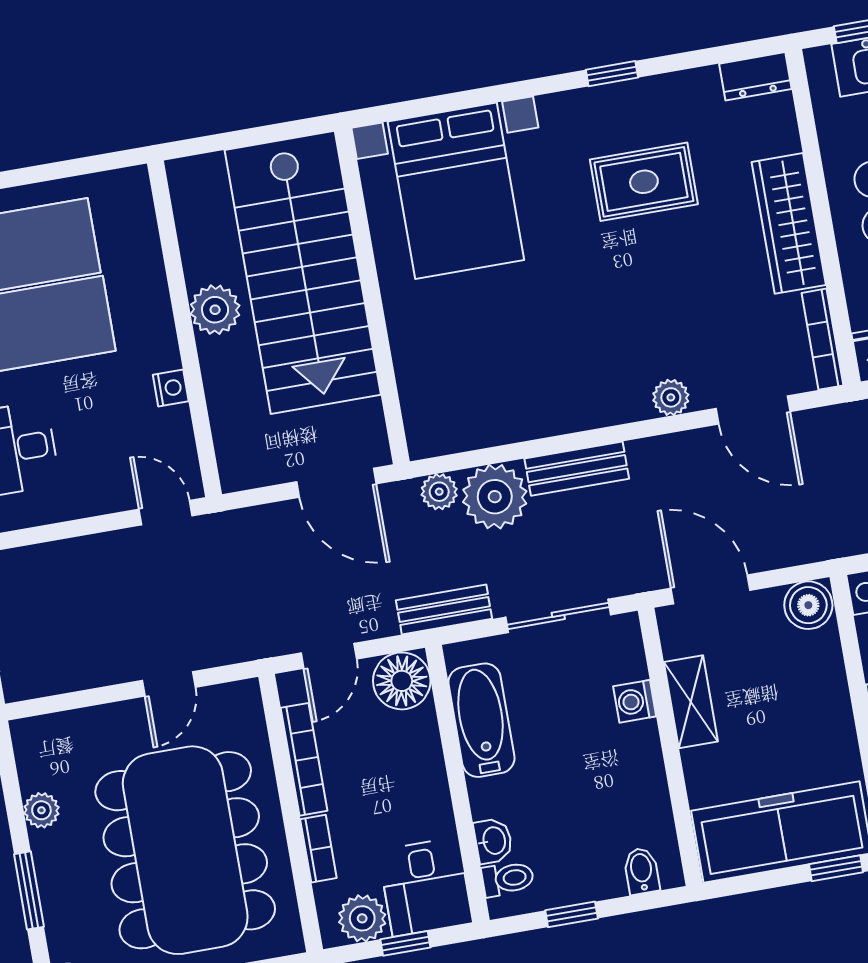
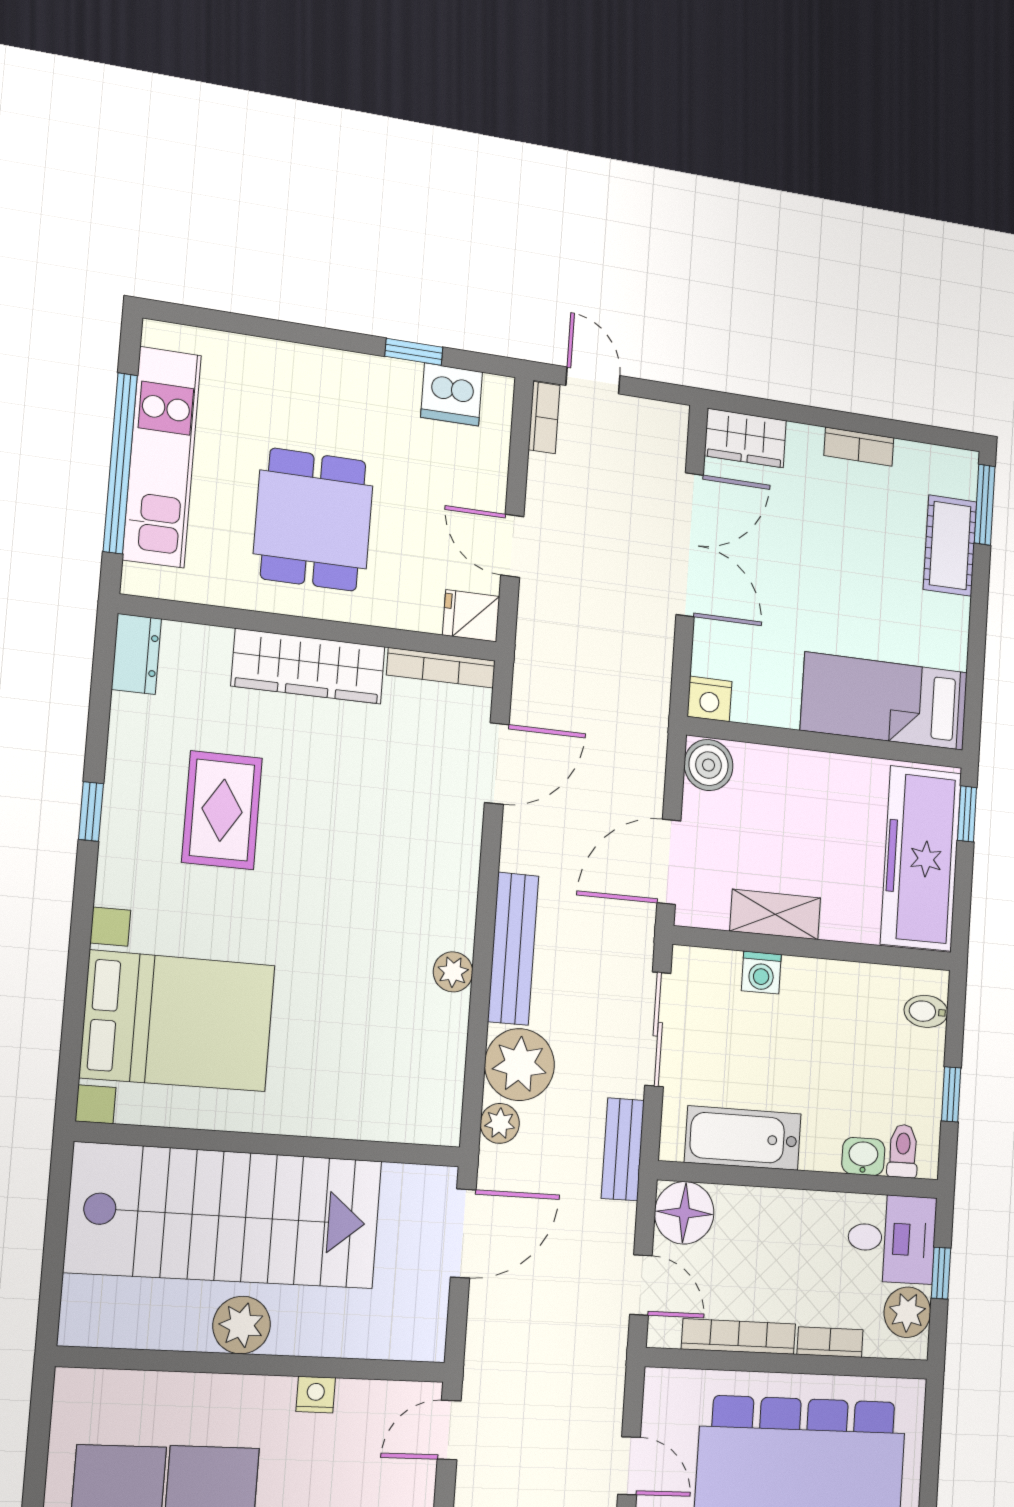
plant: (671, 397) -> (453, 972), moved
bench: (577, 469) -> (513, 949), width x1.36

